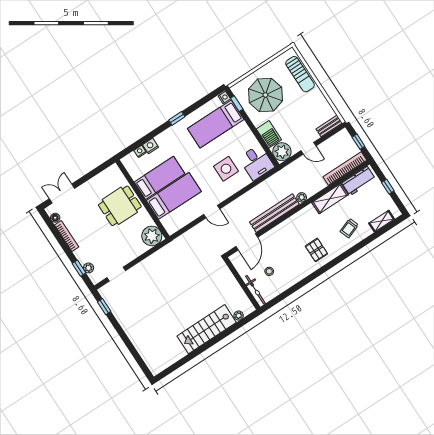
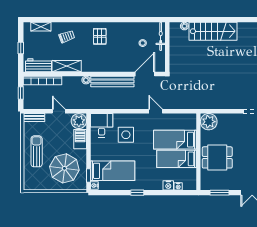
sun lounger: (300, 74) -> (37, 151), moved
window: (95, 172) -> (219, 193), added

